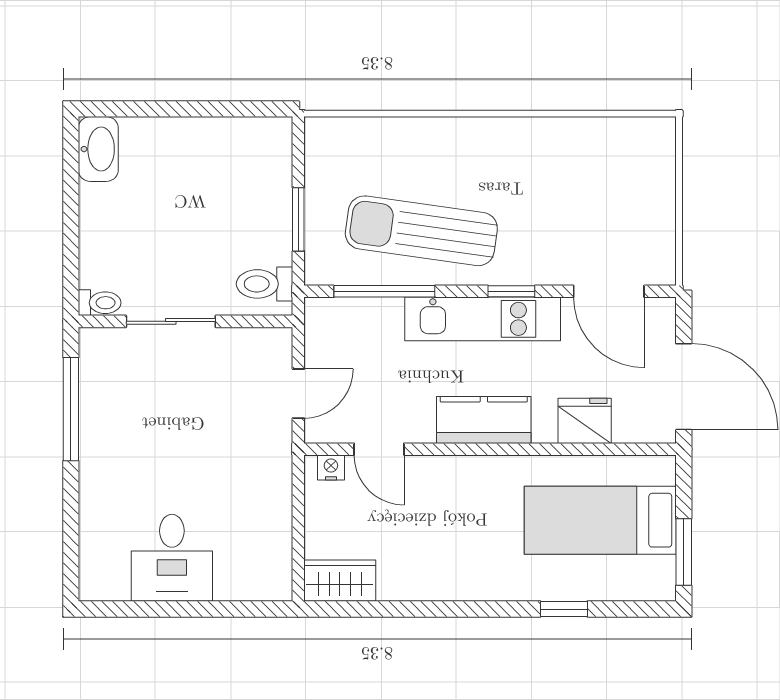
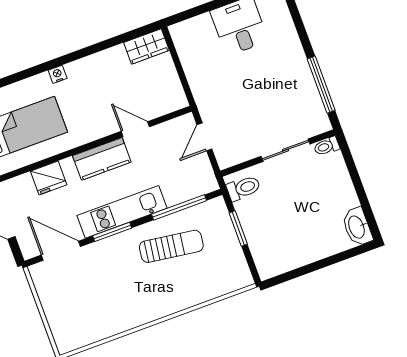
sun lounger: (421, 231) -> (171, 246), width x0.73, depth x0.75
window: (511, 291) -> (112, 232), width x1.50
door: (379, 449) -> (135, 129), moved
nightstand: (331, 468) -> (58, 74), moved, turned 180
window: (564, 609) -> (23, 75), removed

